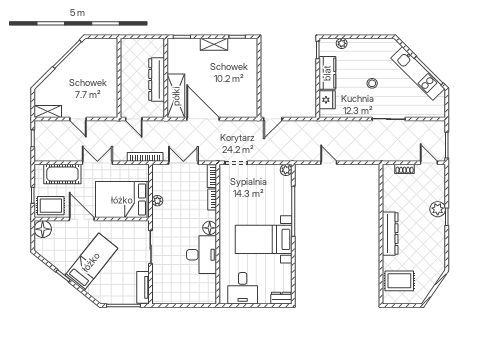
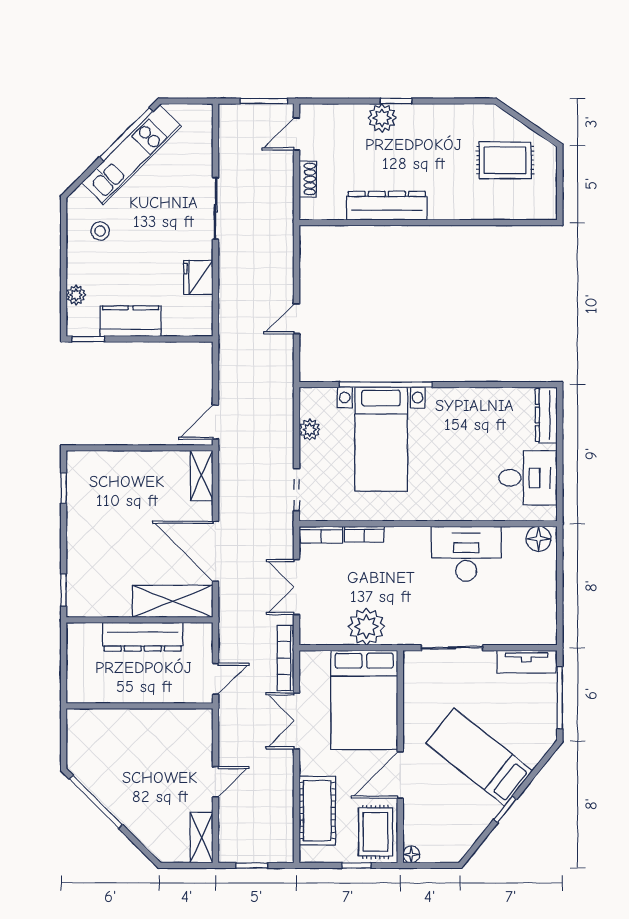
shelving: (214, 44) -> (202, 476), moved
stool: (372, 83) -> (100, 231), moved
fridge: (327, 100) -> (198, 277), moved, turned -90
door: (203, 119) -> (216, 551), hinge flipped
door: (273, 119) -> (216, 422), swing flipped
double door: (97, 163) -> (297, 721), moved
plant: (286, 170) -> (310, 430), moved
plant: (157, 201) -> (366, 627), width x1.88, depth x1.88
floor lamp: (210, 228) -> (538, 539), moved
floor lamp: (43, 229) -> (411, 854), width x0.53, depth x0.53
dresser: (390, 234) -> (387, 206), moved
bed with nightstands: (264, 239) -> (381, 439), moved
rug: (399, 281) -> (505, 160), moved, turned 90
dresser: (281, 298) -> (546, 415), width x1.44

